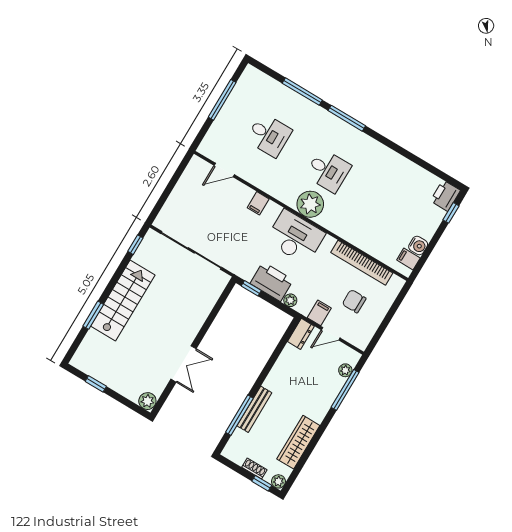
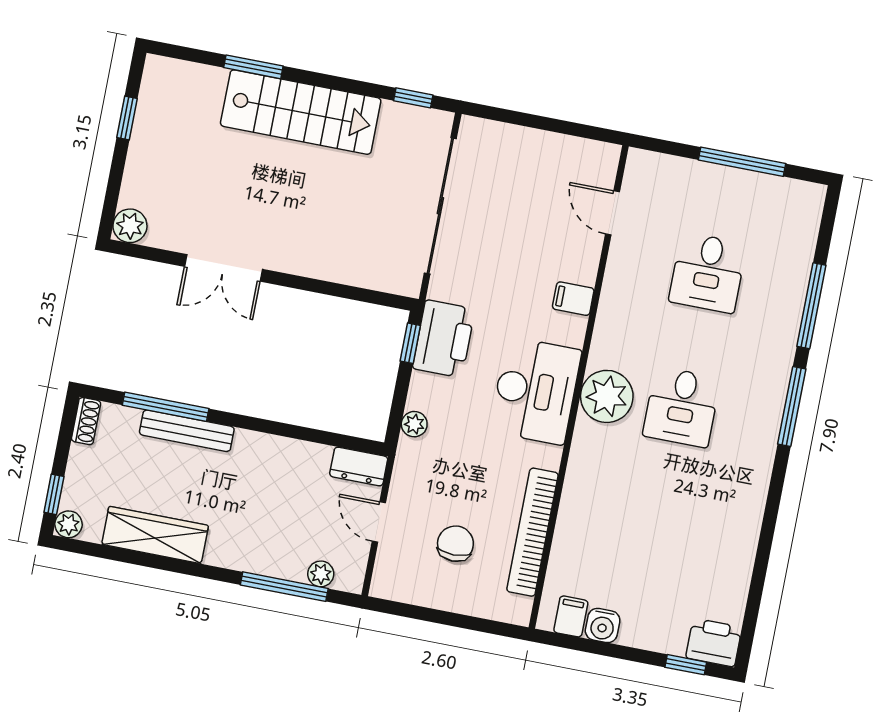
printer: (272, 282) -> (444, 339), moved
filing cabinet: (319, 313) -> (410, 487), removed
shoe rack: (254, 468) -> (86, 421), moved

